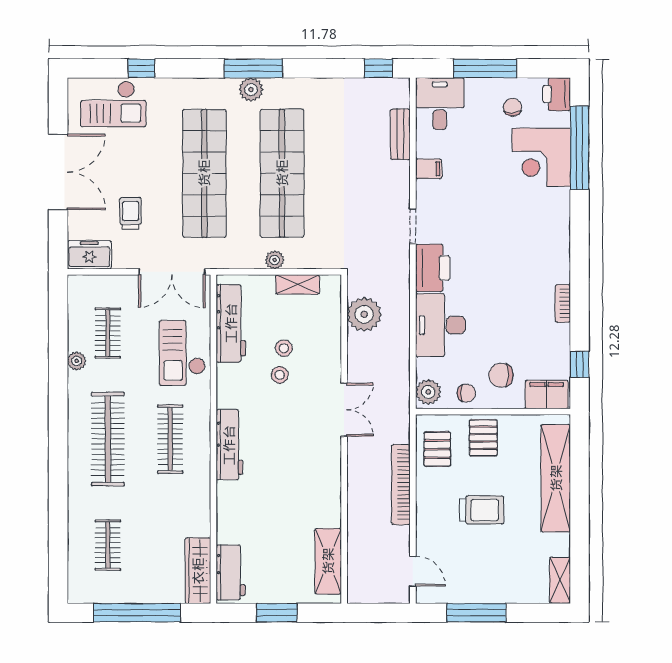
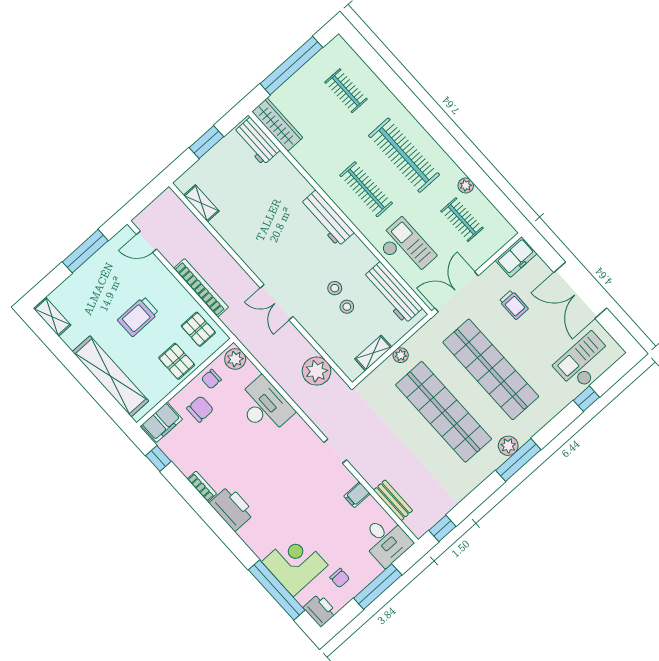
printer: (433, 268) -> (232, 508), moved, turned 180
shelving: (328, 561) -> (201, 203), width x0.67, depth x0.75

